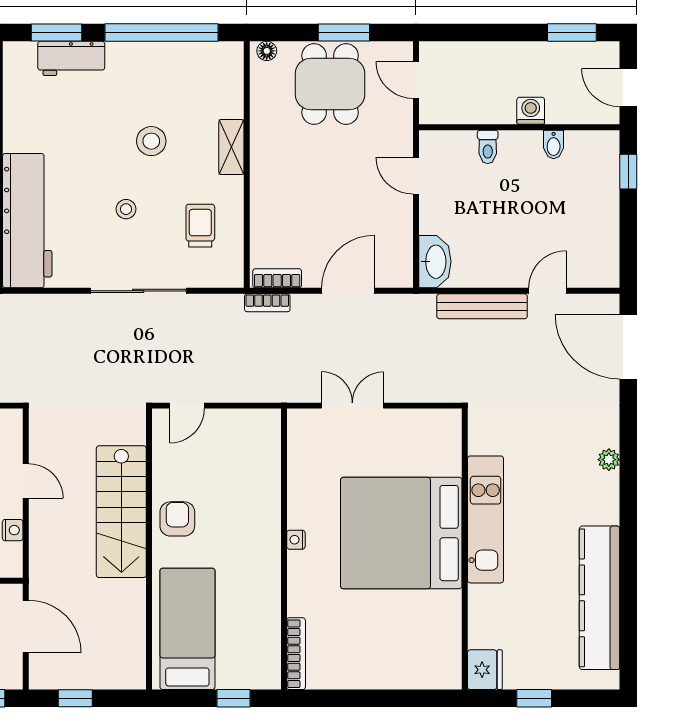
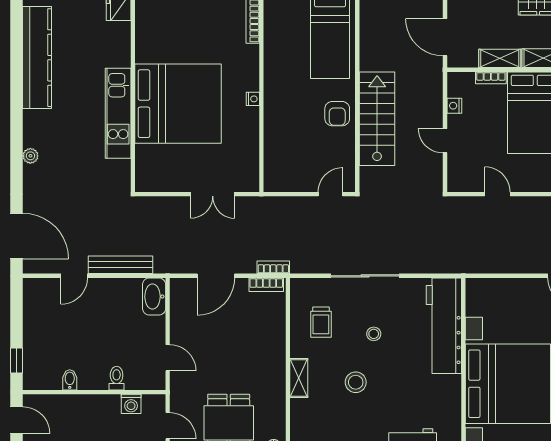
washing machine: (531, 111) -> (131, 404), moved

